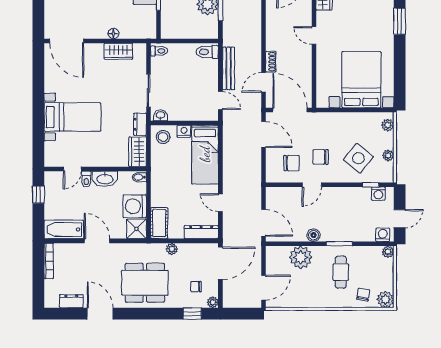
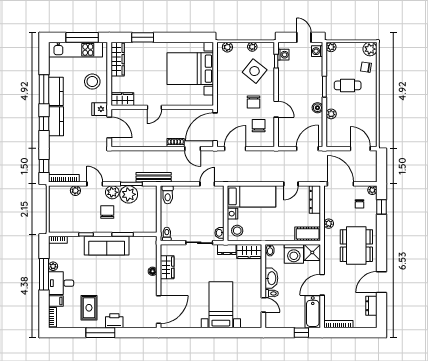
bench: (229, 68) -> (154, 177), moved
window: (38, 195) -> (301, 333), moved
plant: (301, 257) -> (331, 114), width x0.53, depth x0.53

